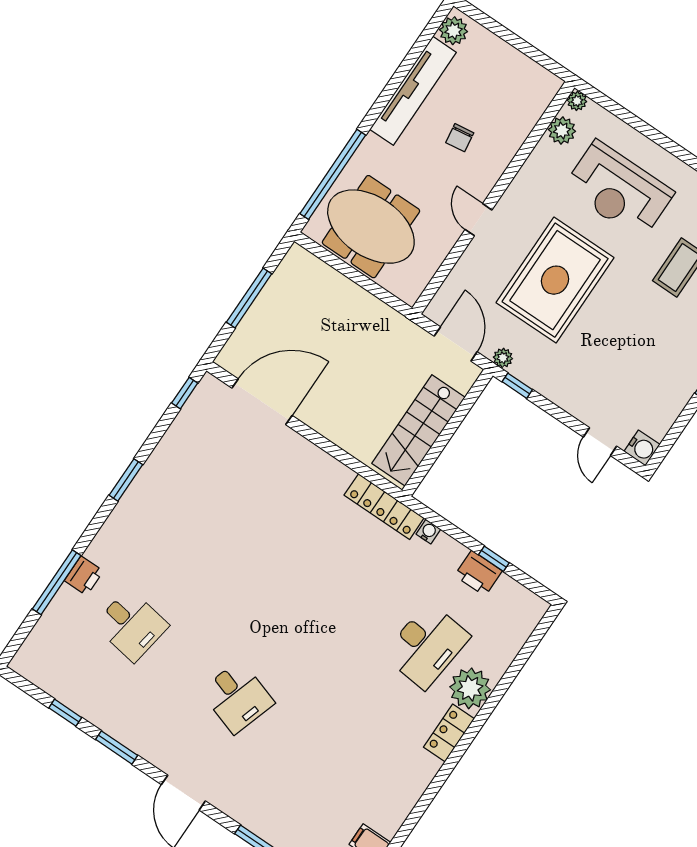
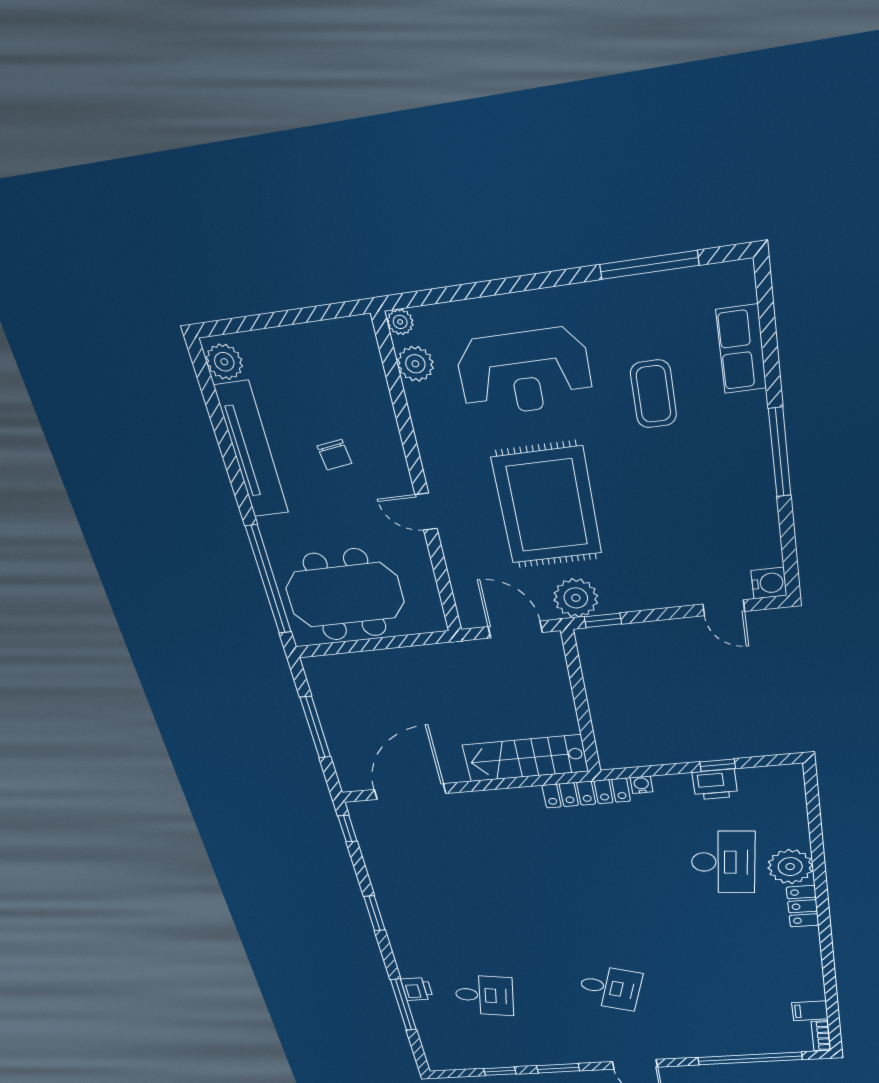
plant: (503, 358) -> (576, 598), width x1.88, depth x1.88
stairs: (419, 430) -> (525, 758), moved, turned 90

